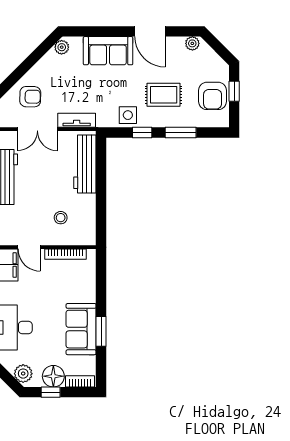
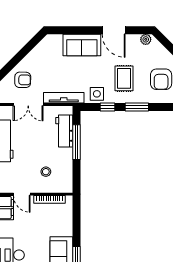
plant: (62, 47) -> (47, 42), removed
rug: (164, 95) -> (124, 78), turned 90
tv unit: (77, 120) -> (64, 98), width x1.41
workbench: (85, 164) -> (64, 131), width x0.73
window: (101, 179) -> (76, 142), added

